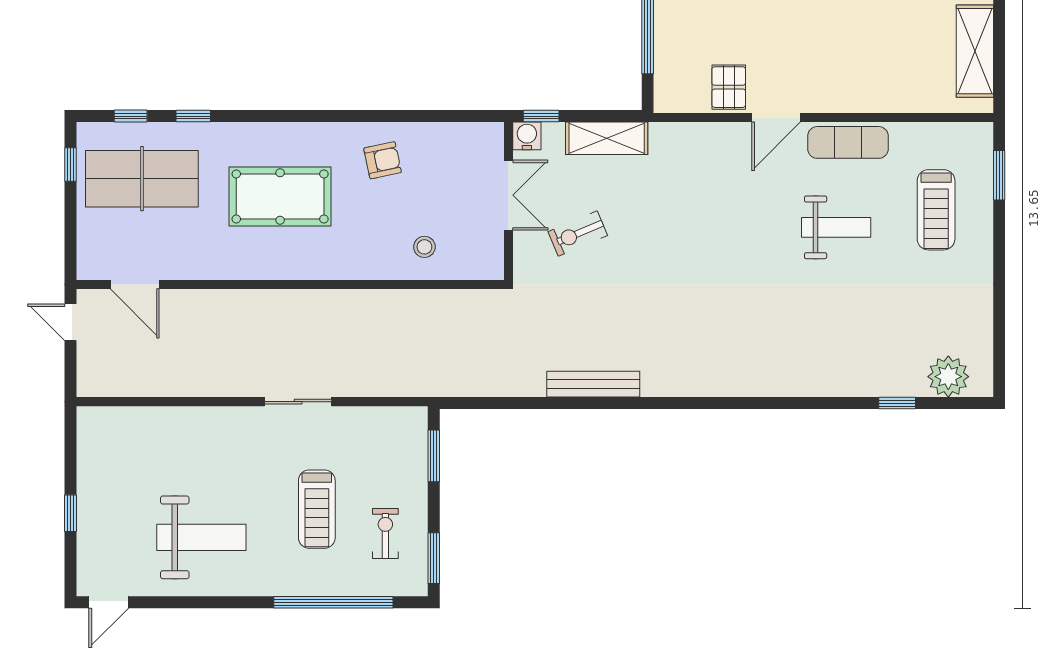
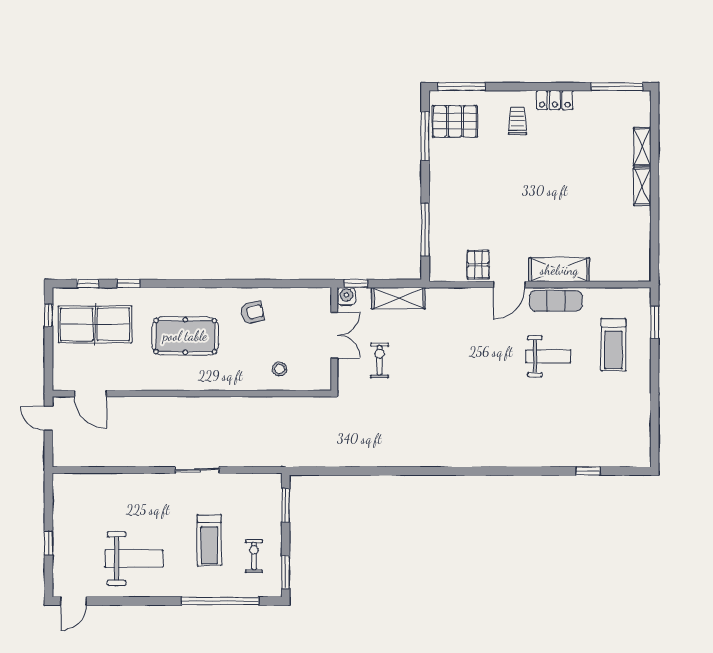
shelving: (975, 51) -> (559, 270), moved, turned 90
exercise bike: (578, 234) -> (380, 360), turned 113
plant: (948, 377) -> (621, 454), removed
bench: (593, 384) -> (390, 459), removed

